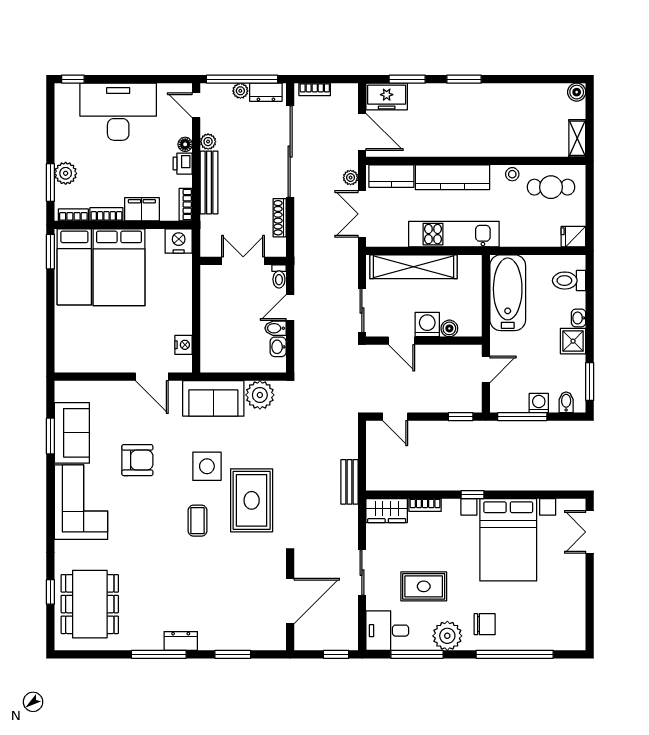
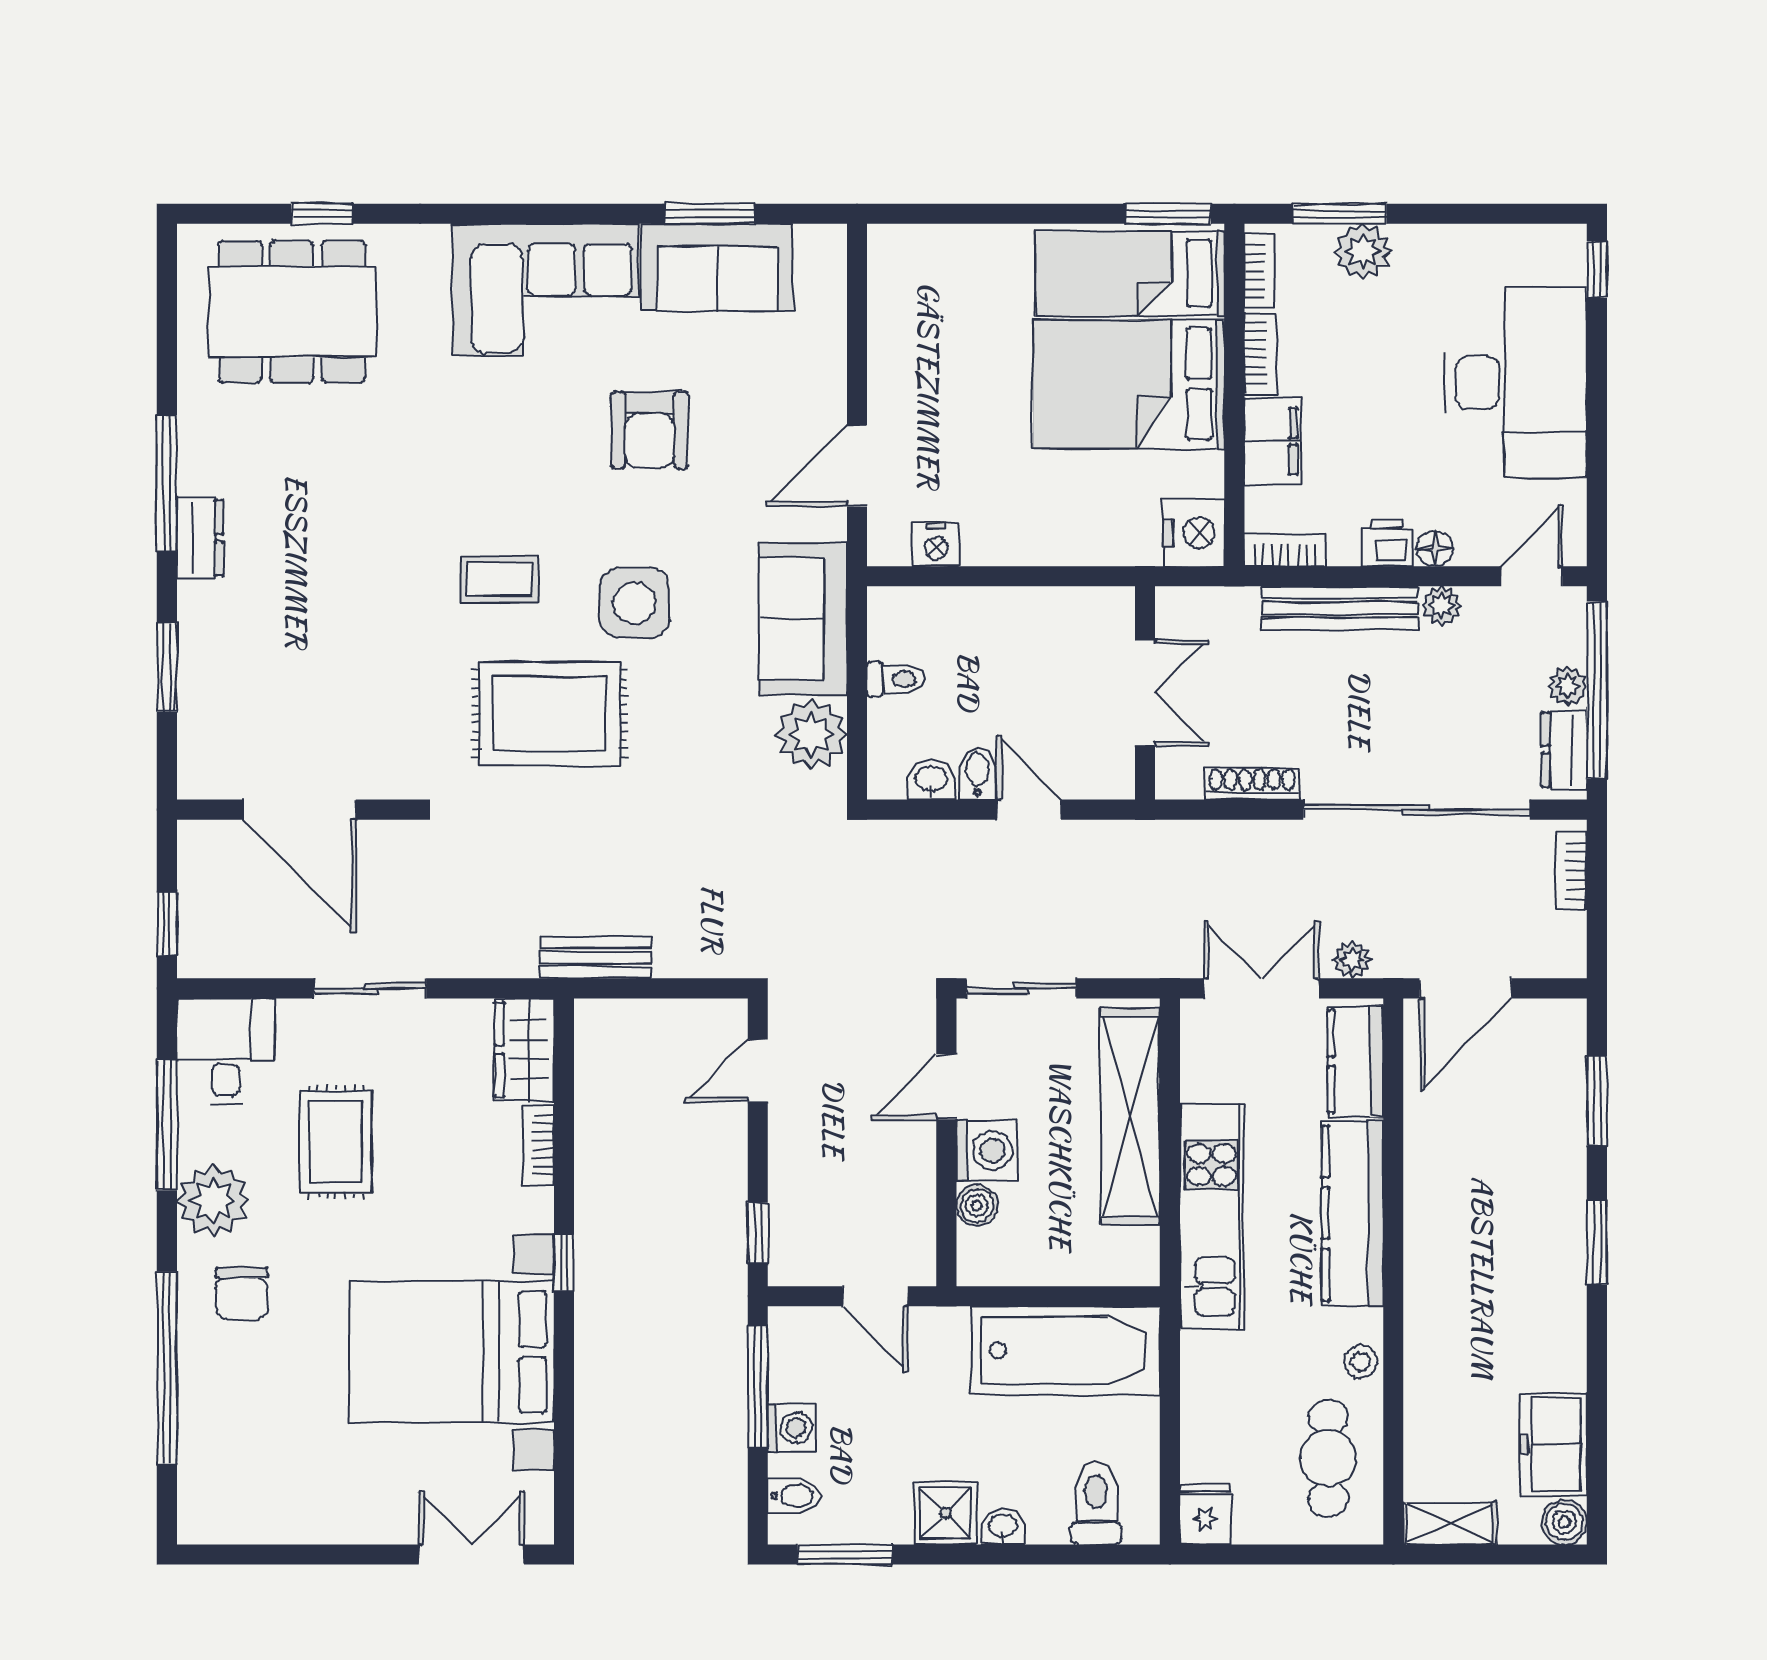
freezer: (387, 96) -> (1554, 1444), moved
toilet: (279, 276) -> (896, 679), moved, turned 180

